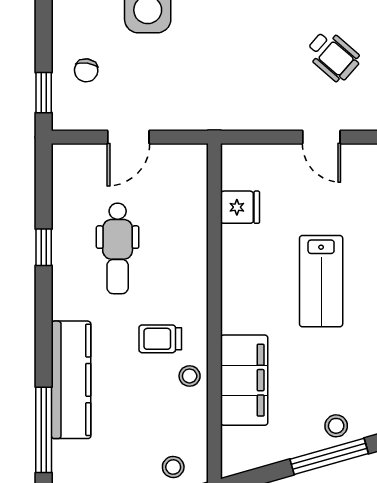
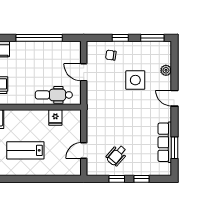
window: (44, 93) -> (120, 38), moved
window: (44, 247) -> (39, 38), width x3.17
dental chair: (118, 248) -> (54, 95), moved

